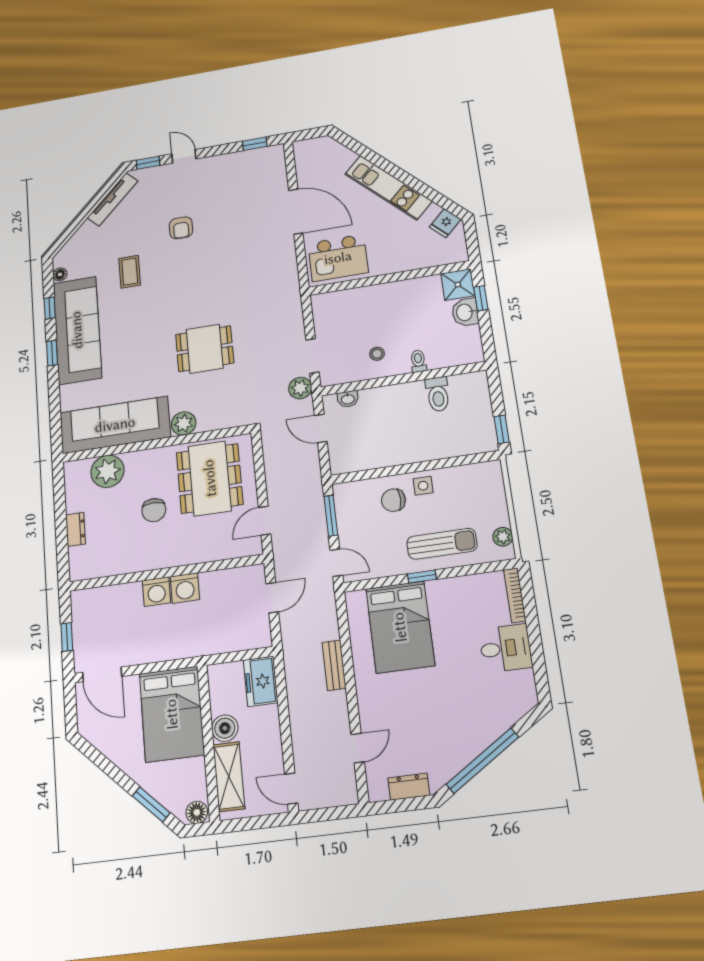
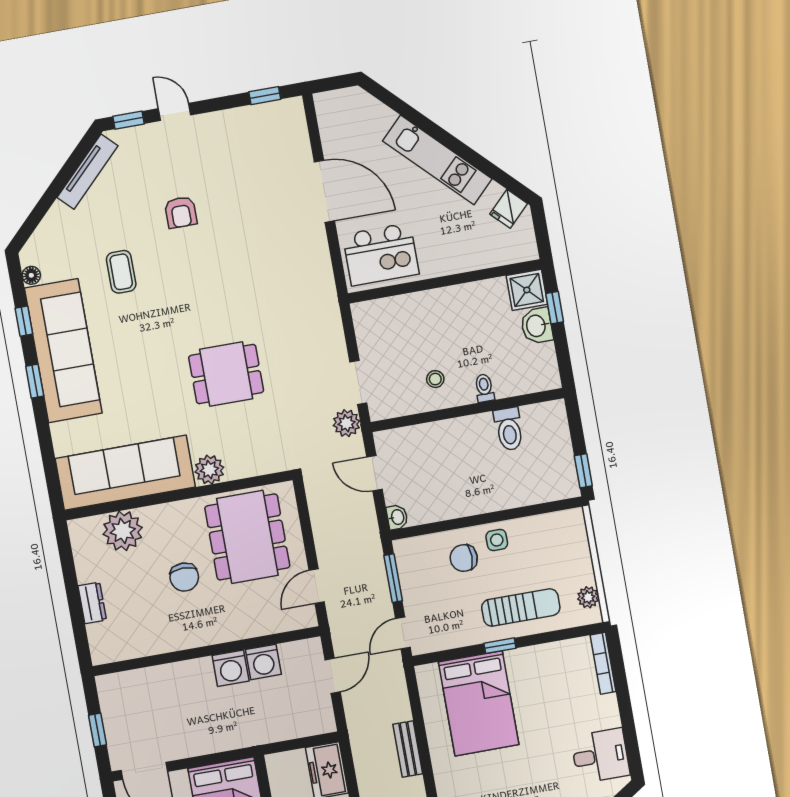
washbasin: (348, 399) -> (397, 517), moved, turned -90
door: (336, 563) -> (403, 633), swing flipped
washing machine: (156, 592) -> (263, 662), moved
desk: (505, 648) -> (600, 756), moved

